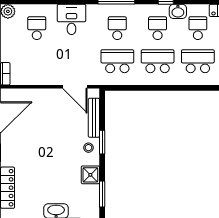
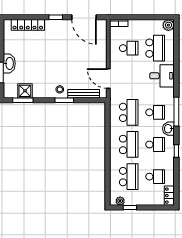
washbasin: (178, 11) -> (168, 129), moved
school desk: (37, 28) -> (155, 48), width x1.85
school desk: (37, 61) -> (129, 48), added
door: (75, 87) -> (108, 79), hinge flipped
shower: (90, 175) -> (25, 91), moved

